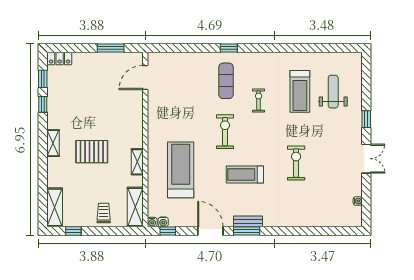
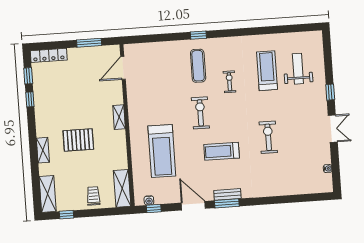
locker: (60, 59) -> (49, 55), width x1.53
treadmill: (300, 91) -> (267, 71), turned 180
shelving: (53, 143) -> (43, 150), moved
shelving: (137, 162) -> (119, 117), moved
treadmill: (181, 170) -> (162, 151), turned 180
water cooler: (152, 222) -> (139, 201), removed

